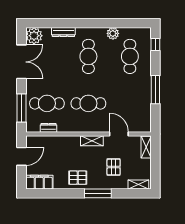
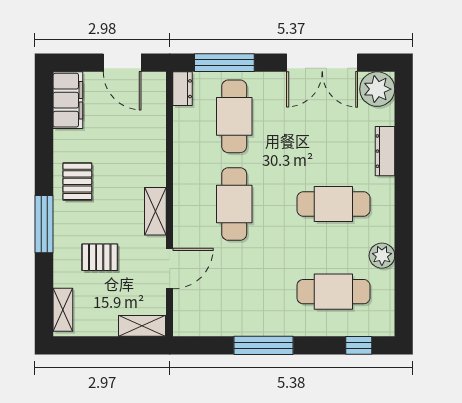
dresser: (48, 128) -> (183, 89), moved

